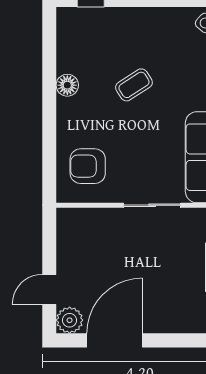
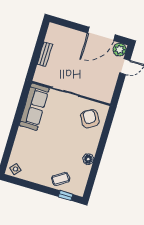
coffee table: (134, 85) -> (61, 179), moved
armchair: (88, 166) -> (90, 119), turned -121

